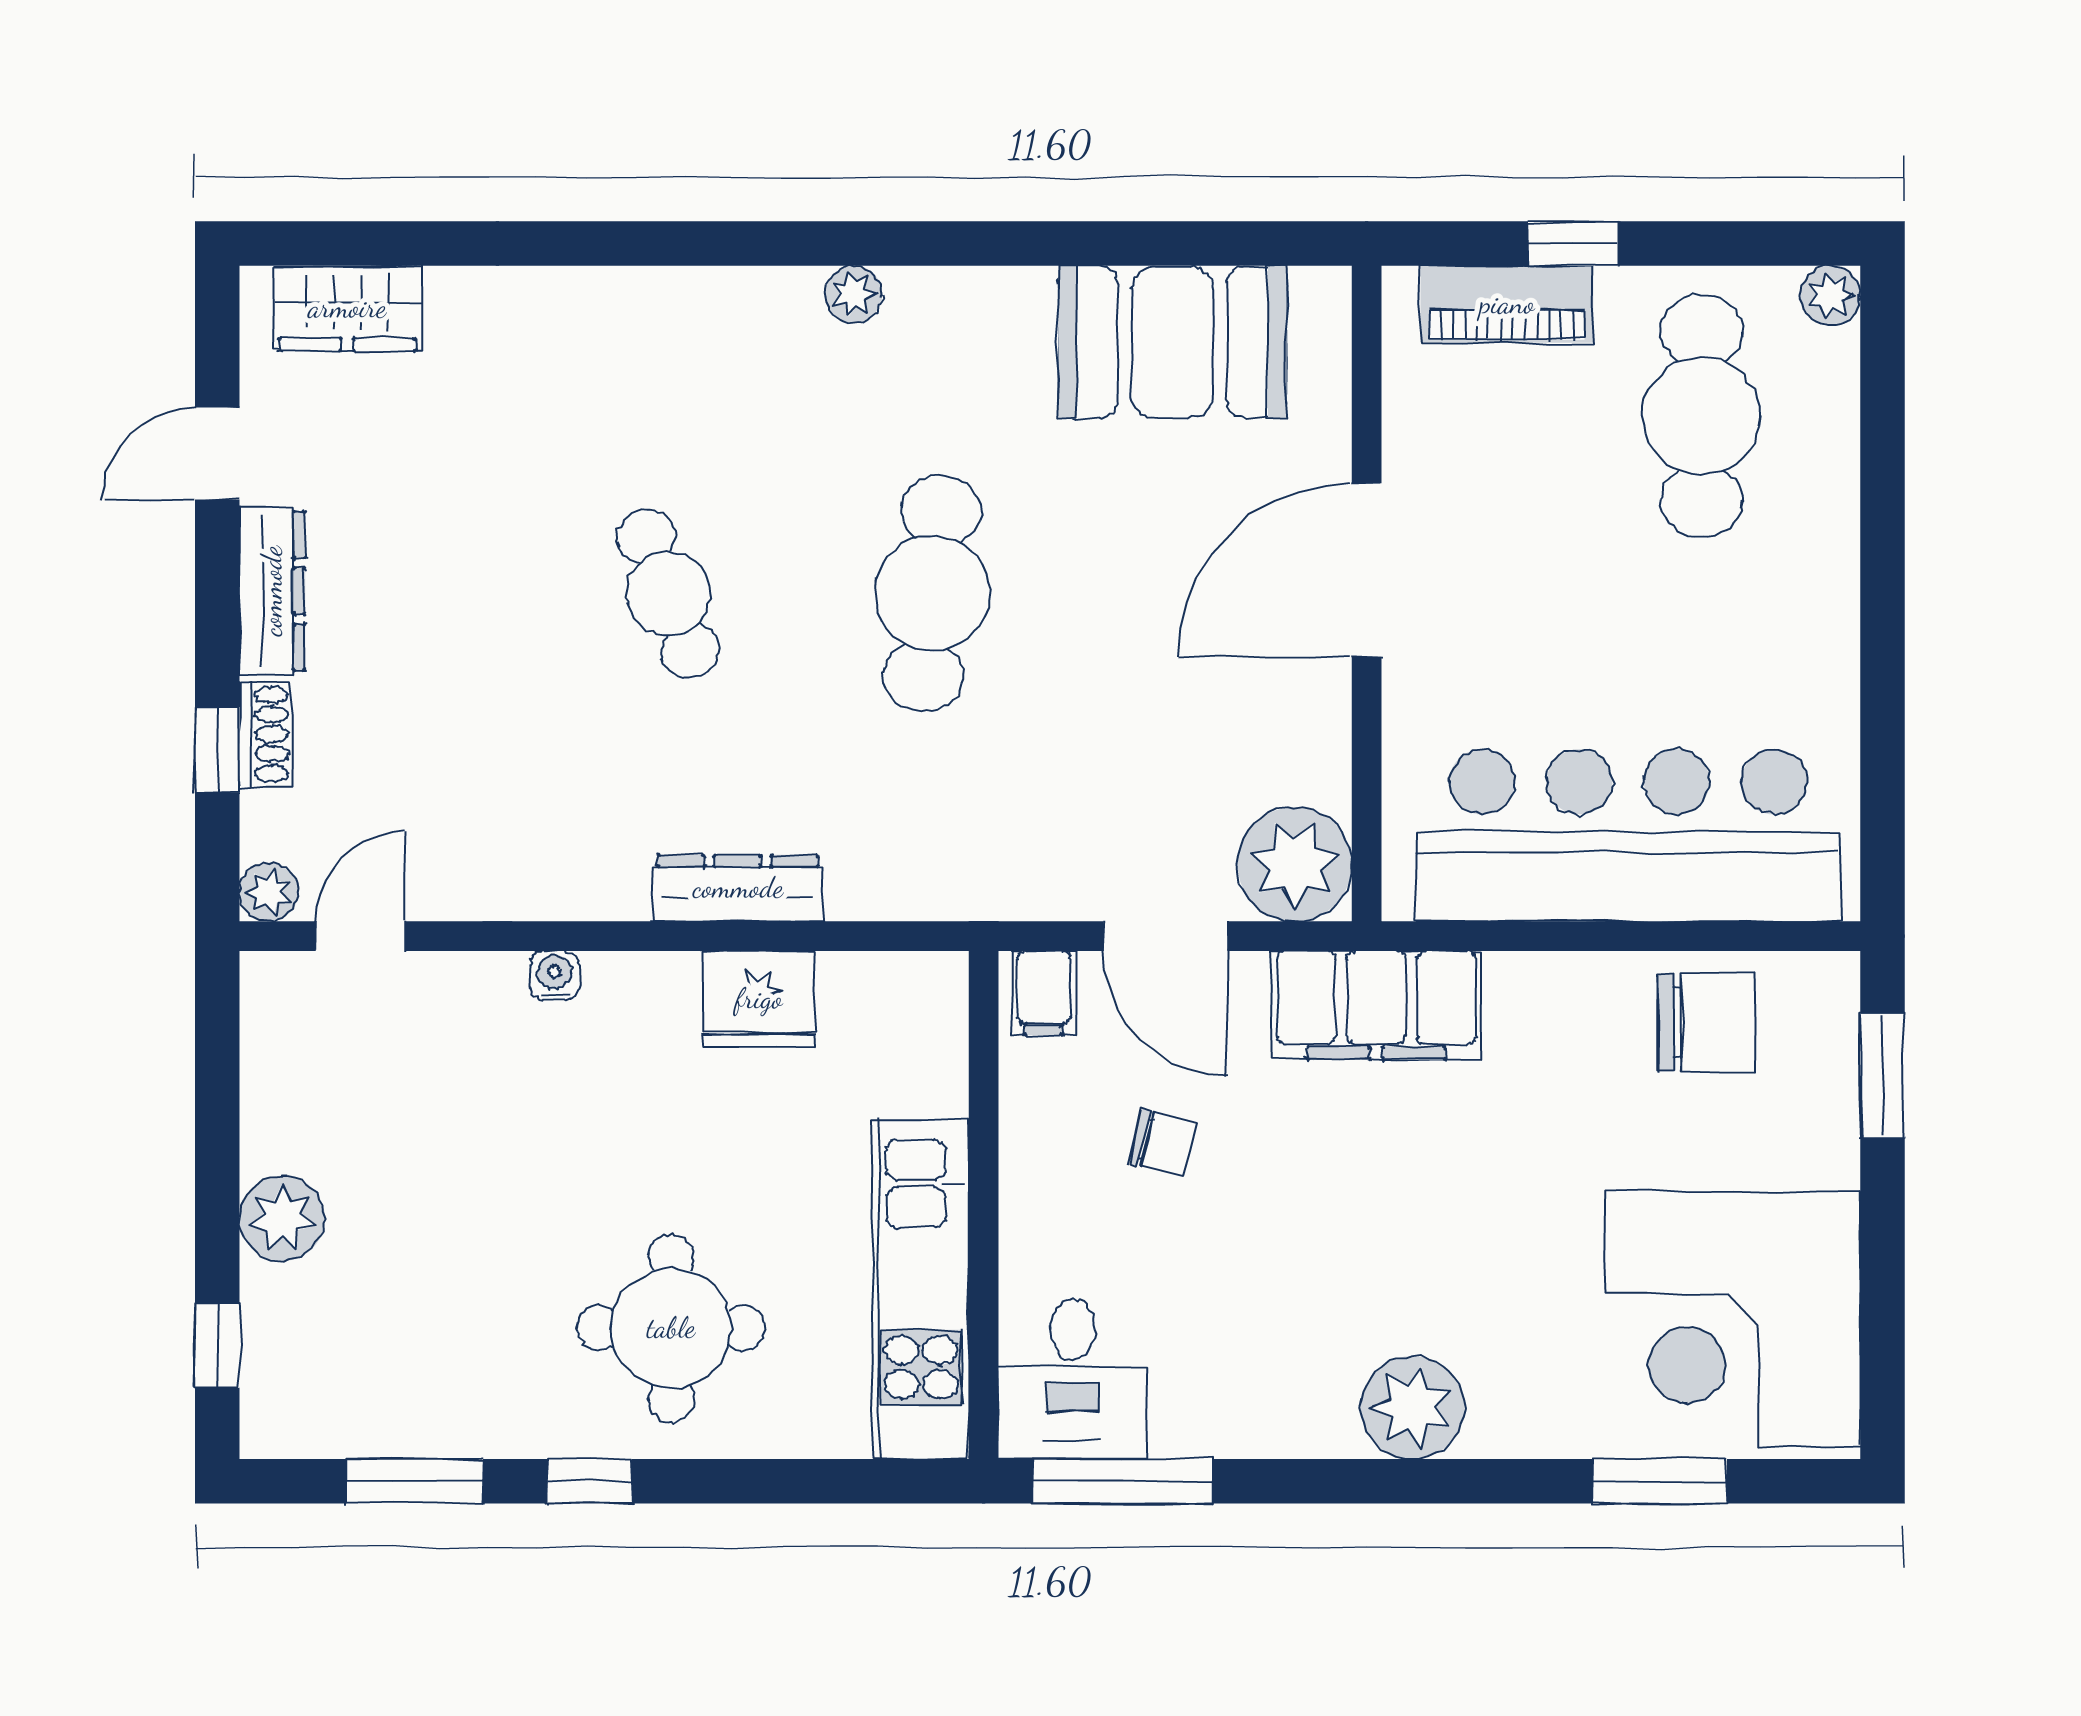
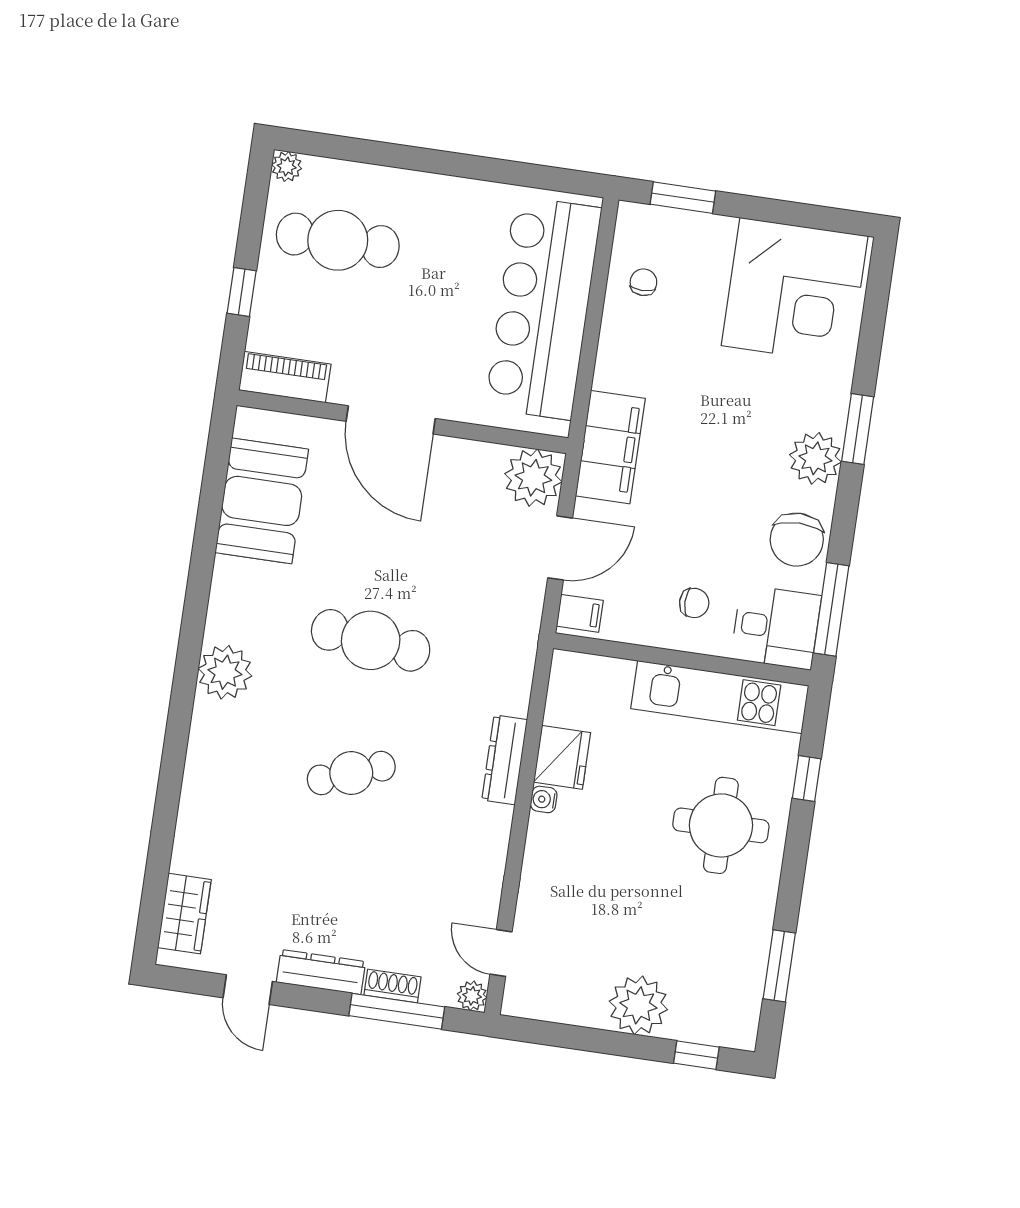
plant: (854, 294) -> (225, 672), width x1.87, depth x1.87
piano: (1507, 304) -> (285, 377), moved, turned -90
window: (217, 750) -> (397, 1011), width x2.17
water cooler: (554, 976) -> (544, 799), moved
chair: (1707, 1023) -> (643, 282), width x0.54, depth x0.54
chair: (1163, 1143) -> (694, 603), moved, turned 75
plant: (282, 1218) -> (638, 1005), width x1.36, depth x1.36
chair: (1249, 1394) -> (797, 540), added
window: (590, 1481) -> (807, 779), moved
window: (1659, 1481) -> (858, 429), moved

